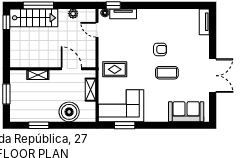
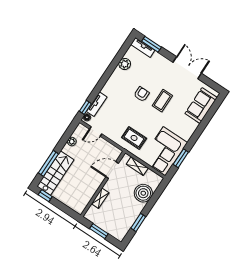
plant: (178, 15) -> (125, 64), added
window: (213, 28) -> (152, 44), added
rug: (115, 69) -> (134, 138), turned 90

